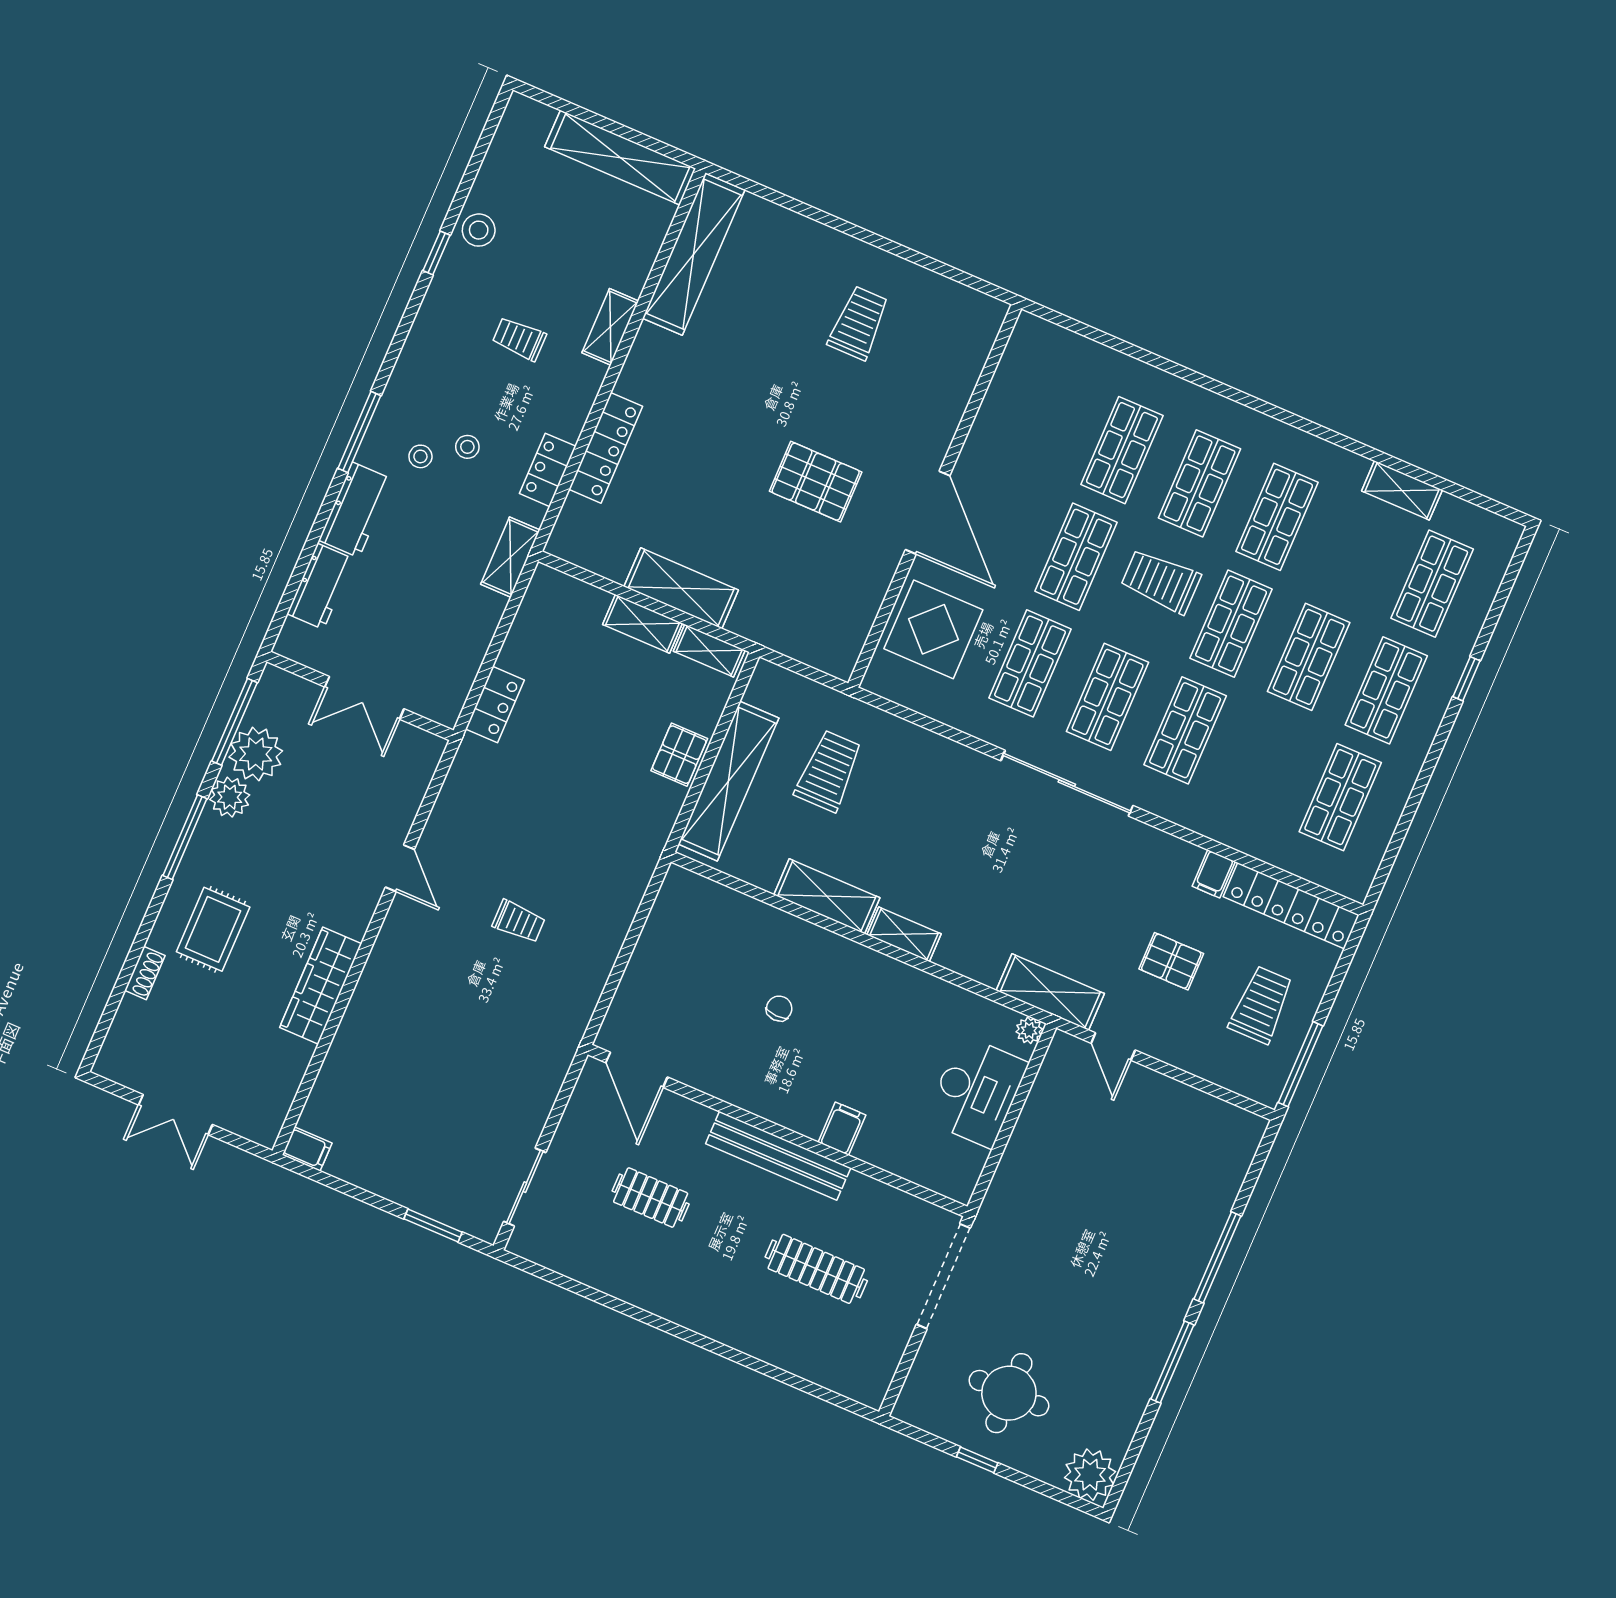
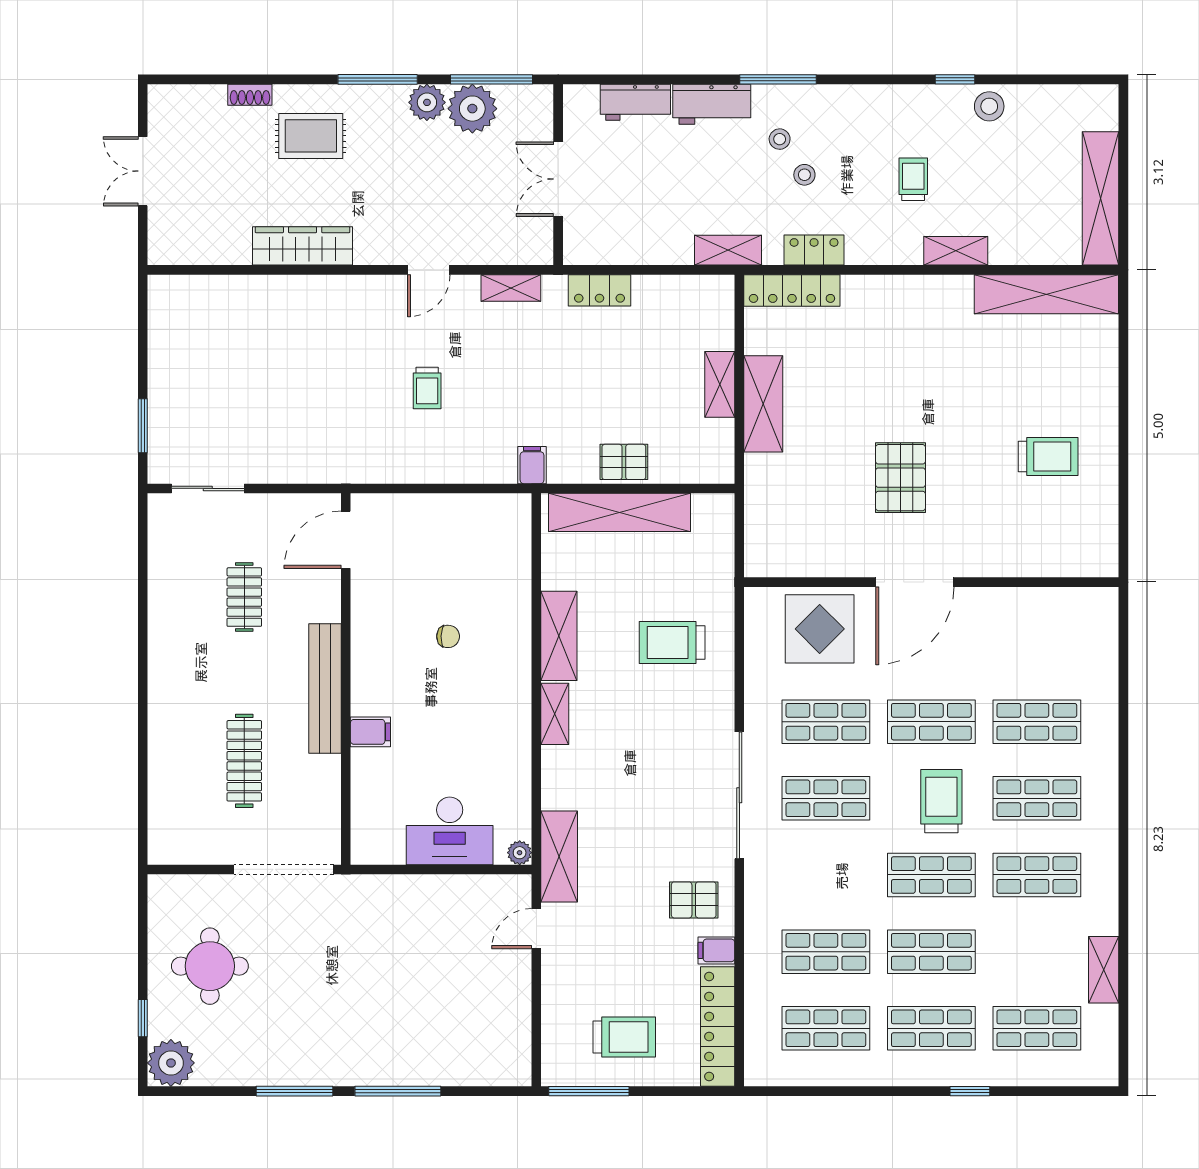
locker: (606, 448) -> (792, 290), moved
shelving: (709, 651) -> (511, 288), moved, turned 90
shop shelf: (1185, 730) -> (826, 952), moved
trolley: (829, 771) -> (672, 643), moved, turned 180
pallet: (1171, 961) -> (694, 900), moved, turned 90
filing cabinet: (307, 1149) -> (532, 465), moved, turned 180
window: (977, 1460) -> (143, 1018), moved

